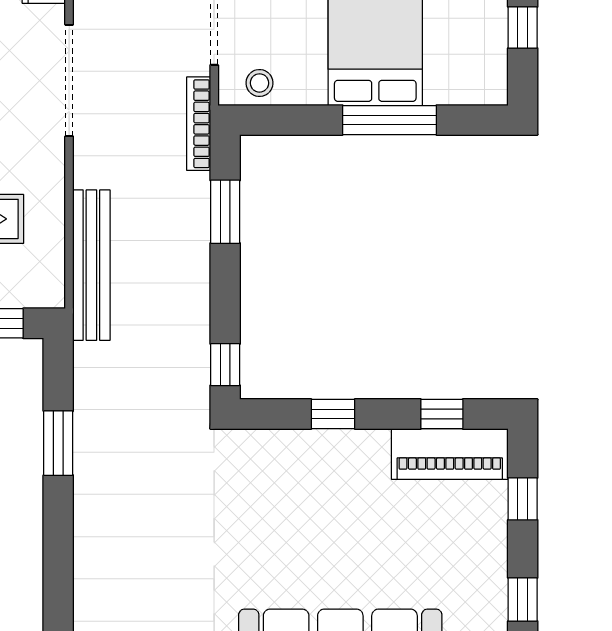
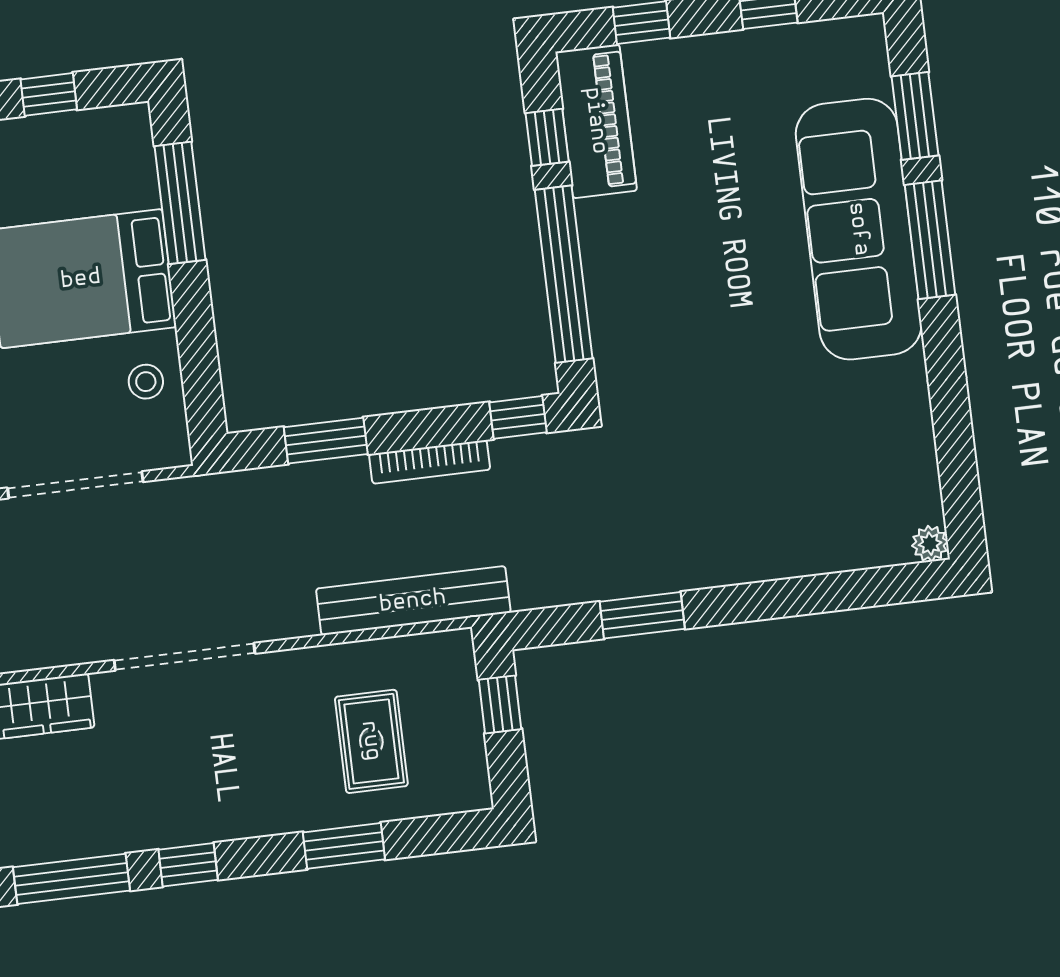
stool: (259, 83) -> (146, 382), moved
window: (389, 120) -> (180, 203), moved
bookcase: (199, 124) -> (430, 462), moved
window: (333, 414) -> (564, 274), width x3.17

